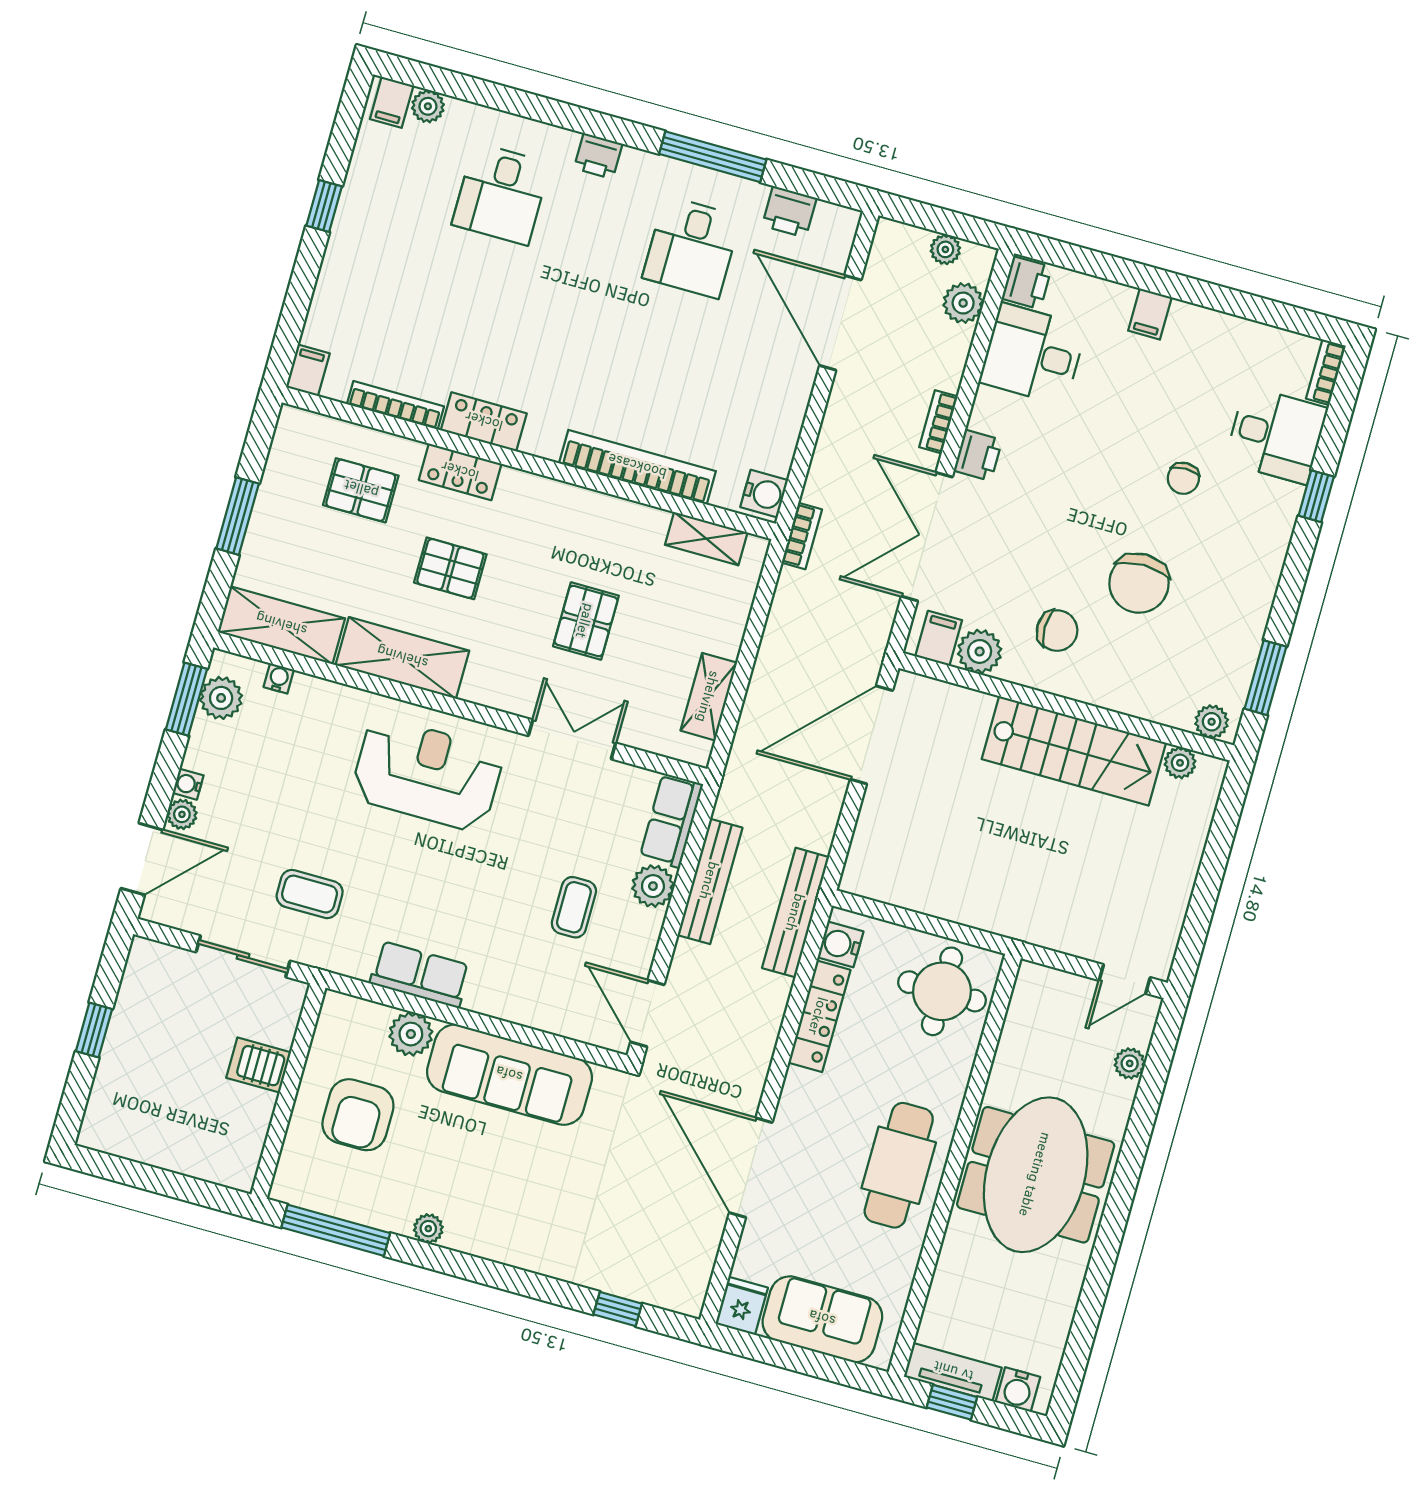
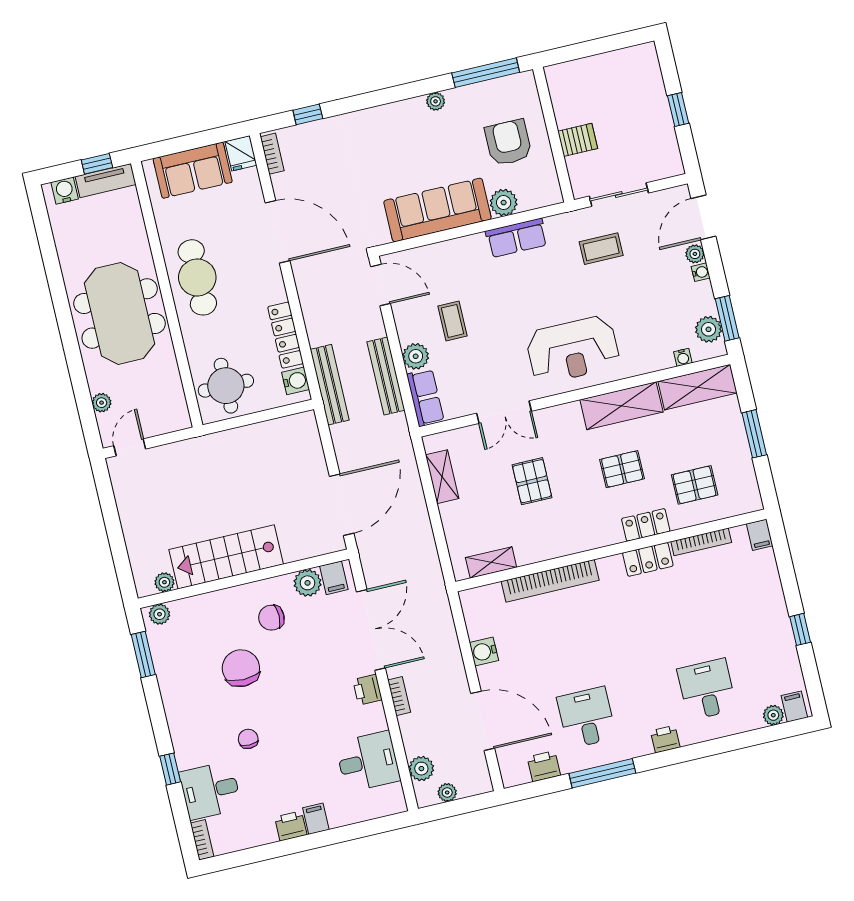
printer: (1027, 283) -> (291, 826), moved, turned 90
water cooler: (764, 494) -> (484, 651), moved
bookcase: (802, 536) -> (272, 154), moved, turned 180

